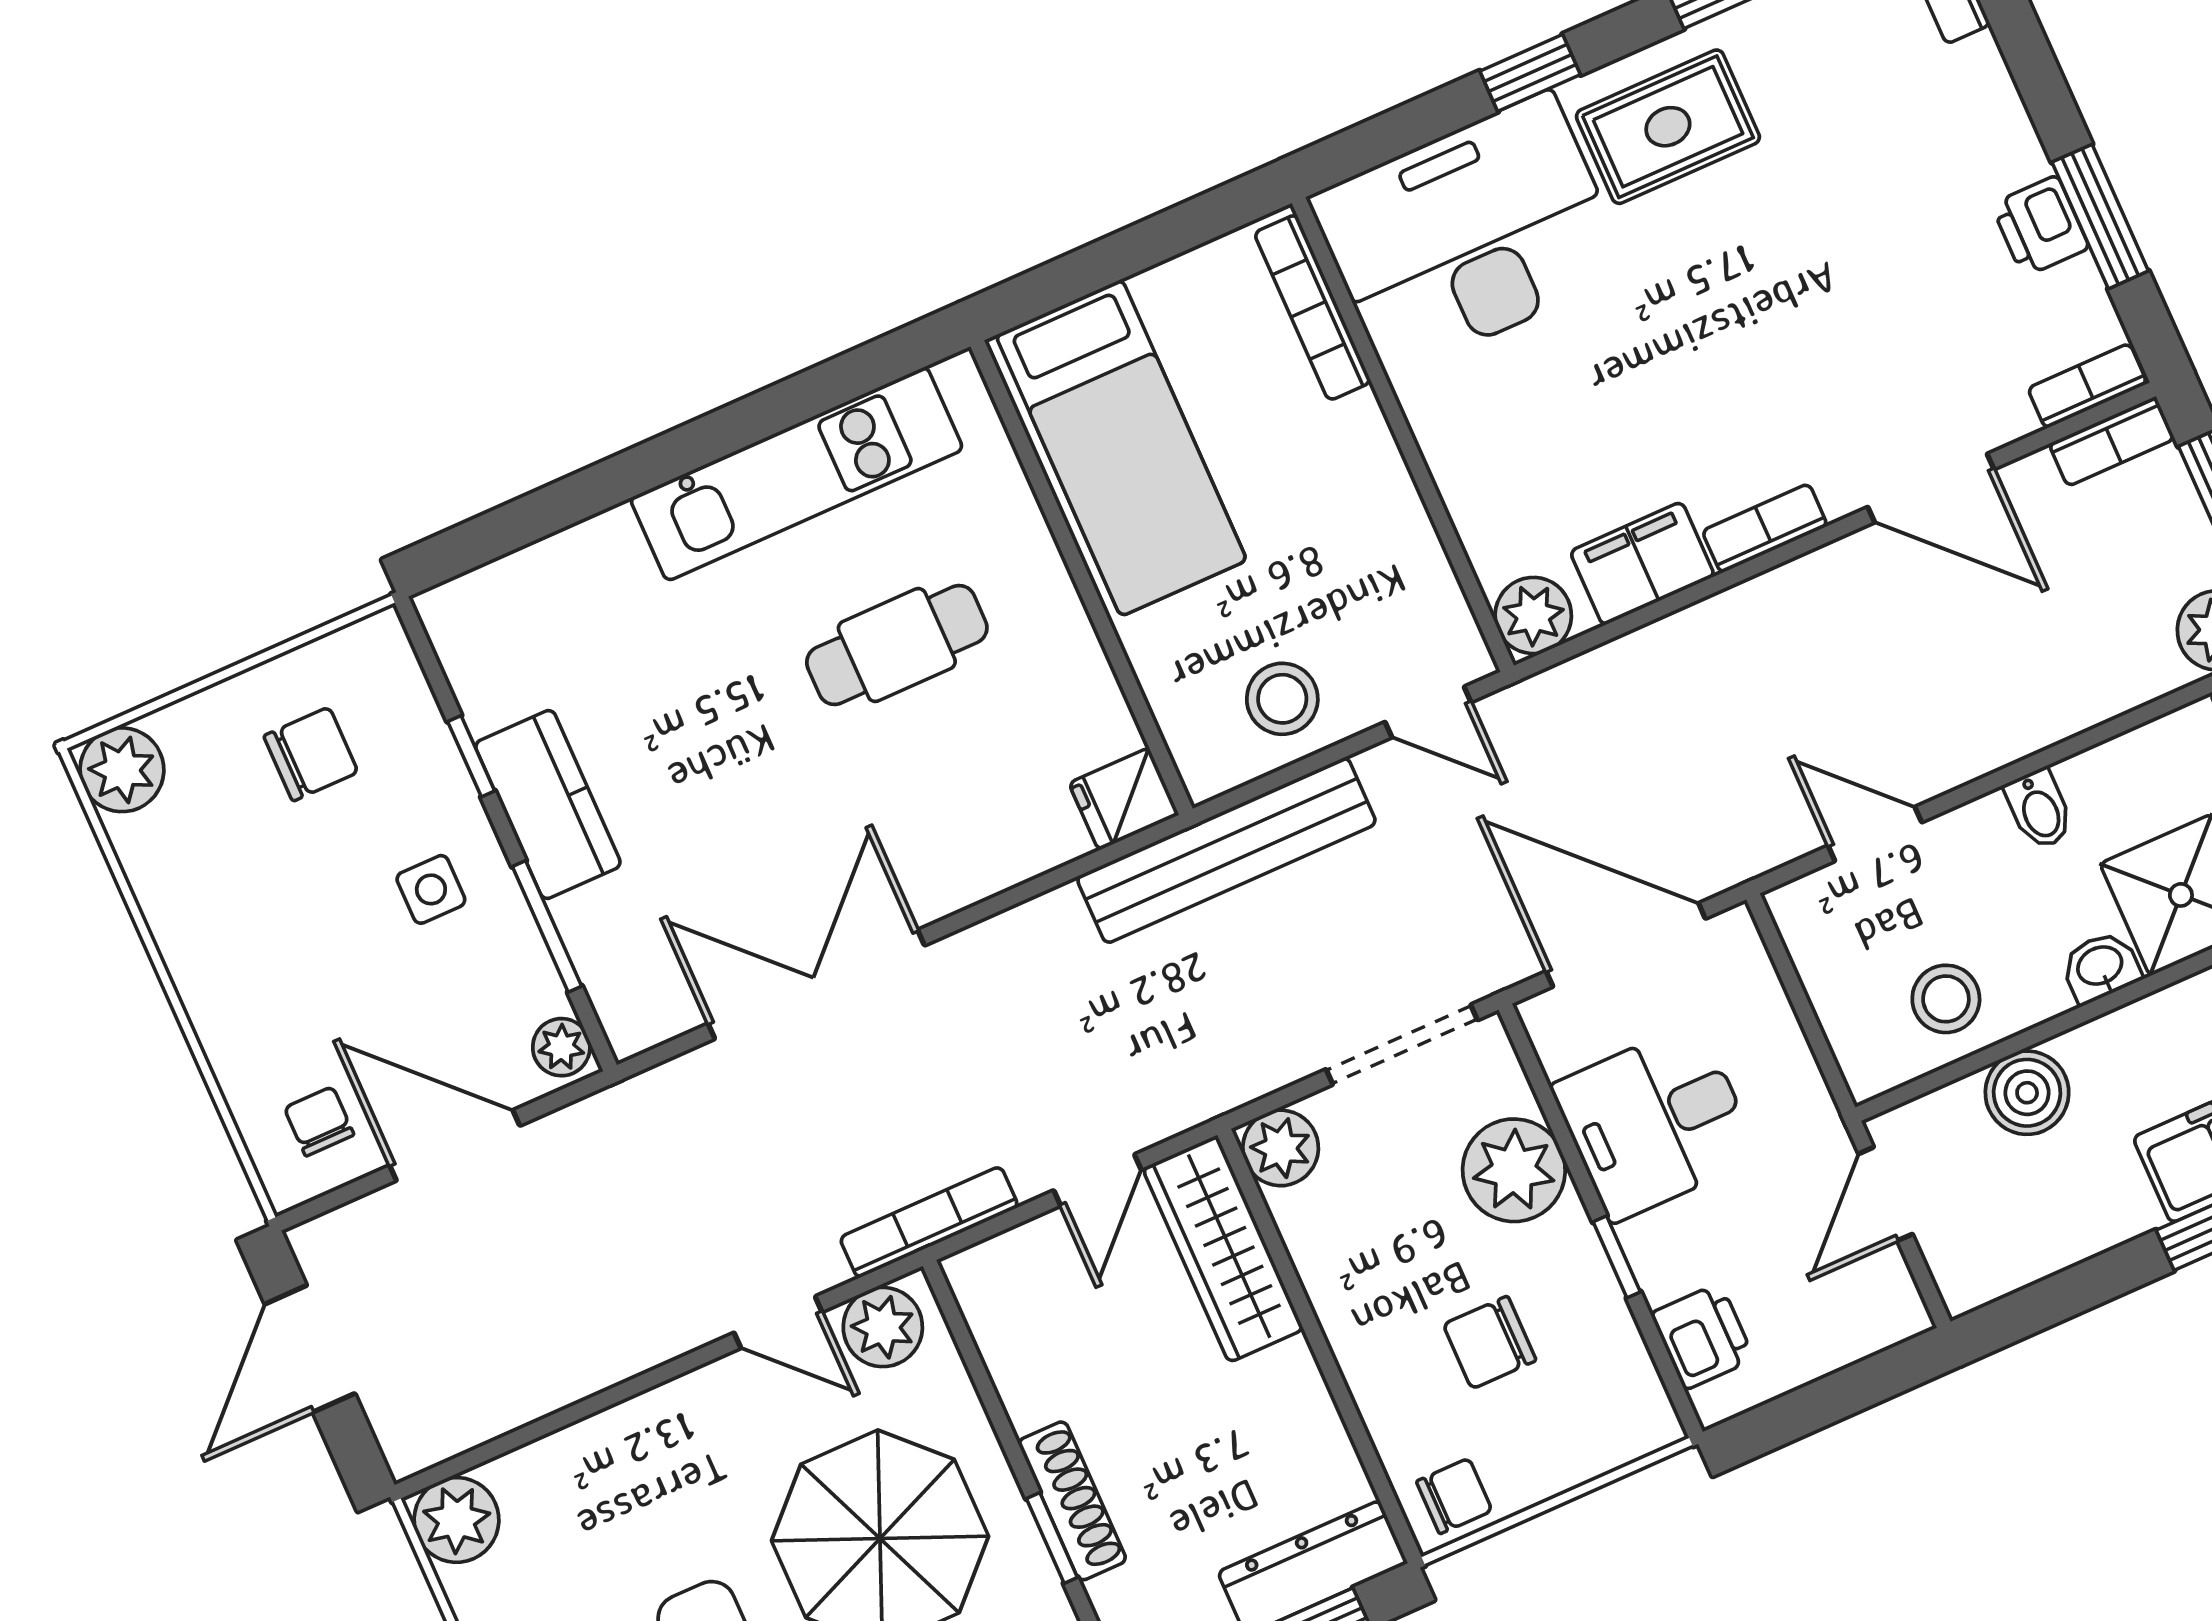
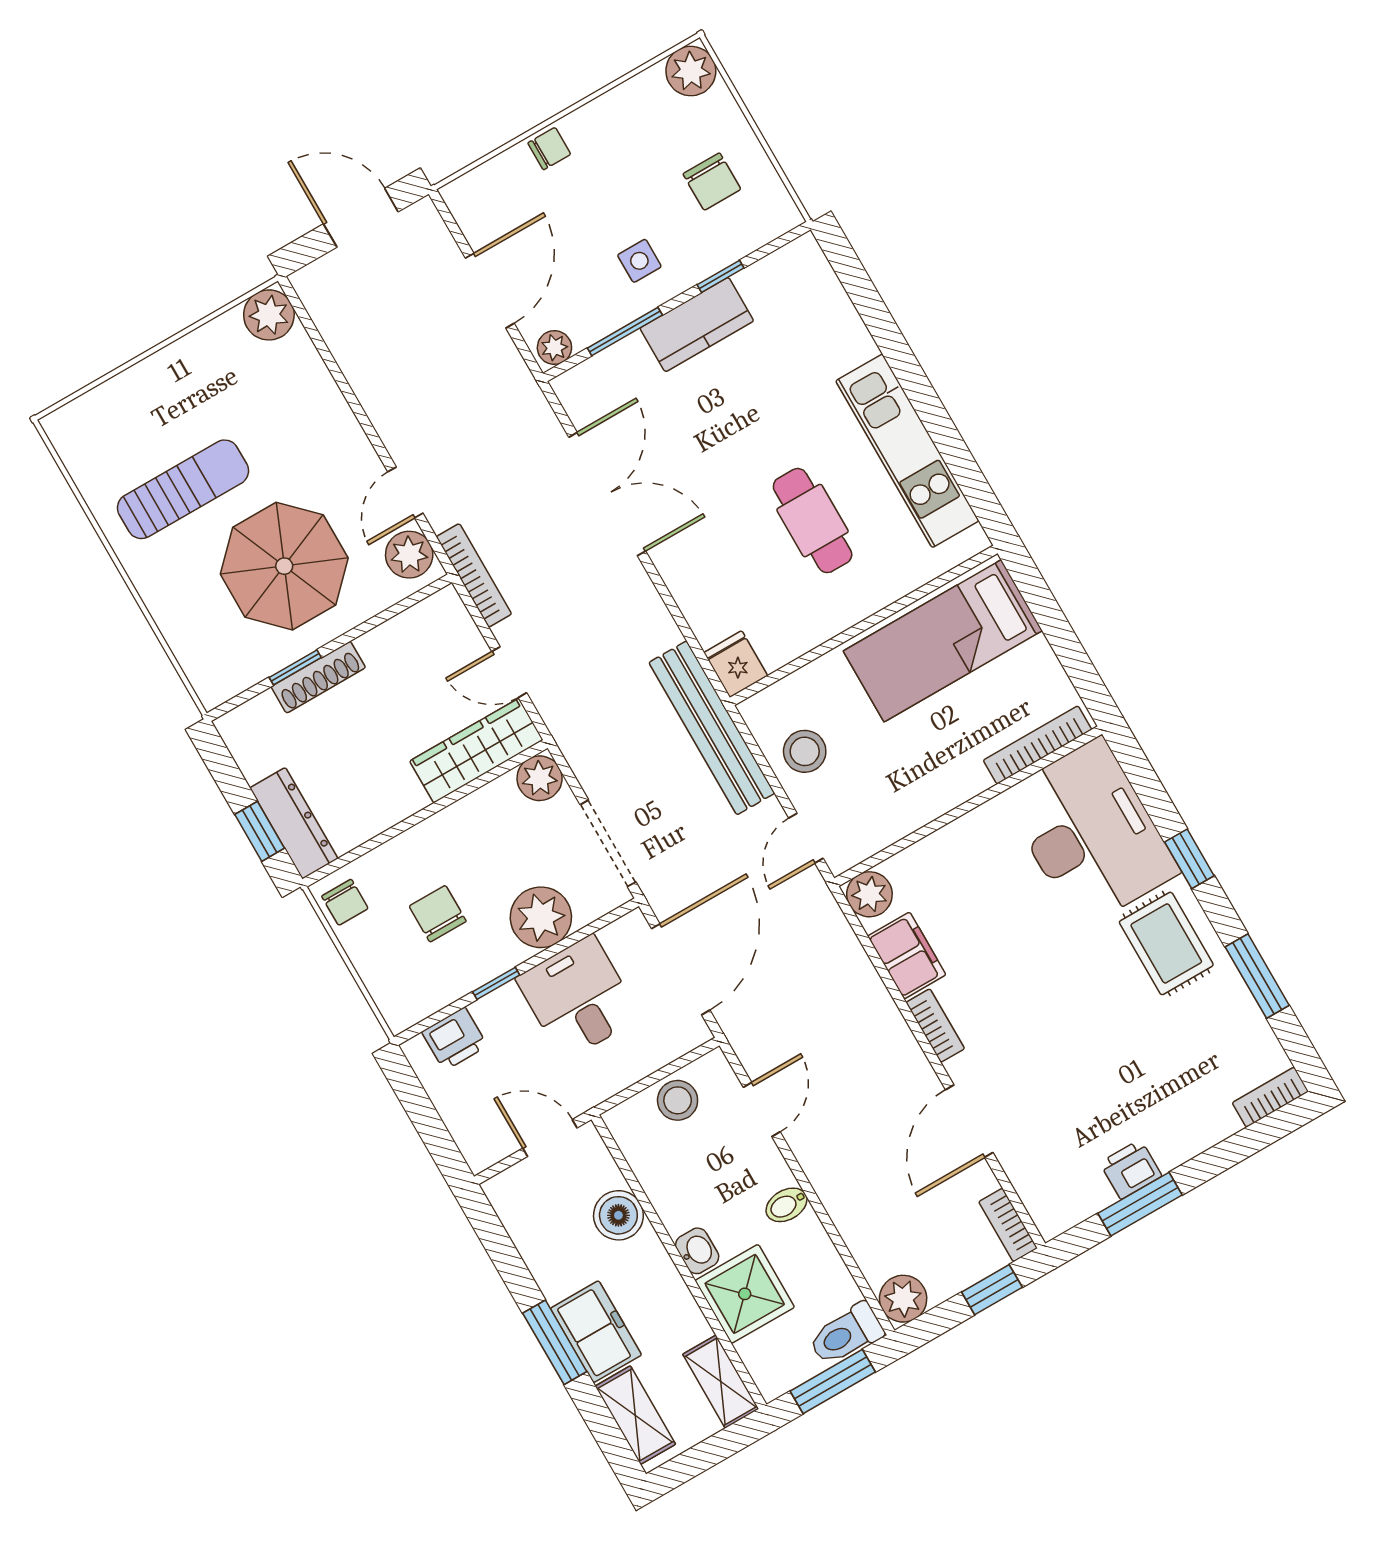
bookcase: (2087, 386) -> (1039, 1207), removed
stool: (1946, 999) -> (678, 1100), moved
chair: (319, 1121) -> (549, 149), moved

